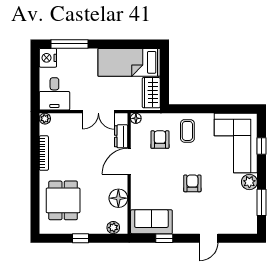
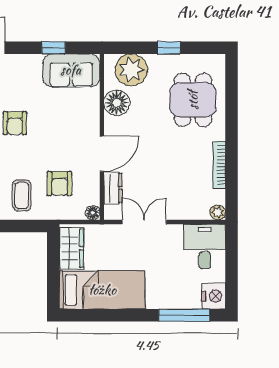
plant: (113, 228) -> (131, 70), width x1.87, depth x1.87

